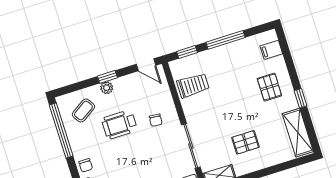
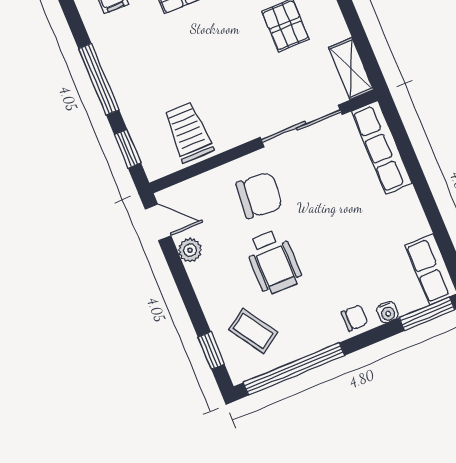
door: (146, 65) -> (158, 222), hinge flipped
window: (107, 77) -> (211, 350), moved
plant: (107, 88) -> (190, 250), moved
chair: (156, 120) -> (259, 195), width x1.87, depth x1.87

